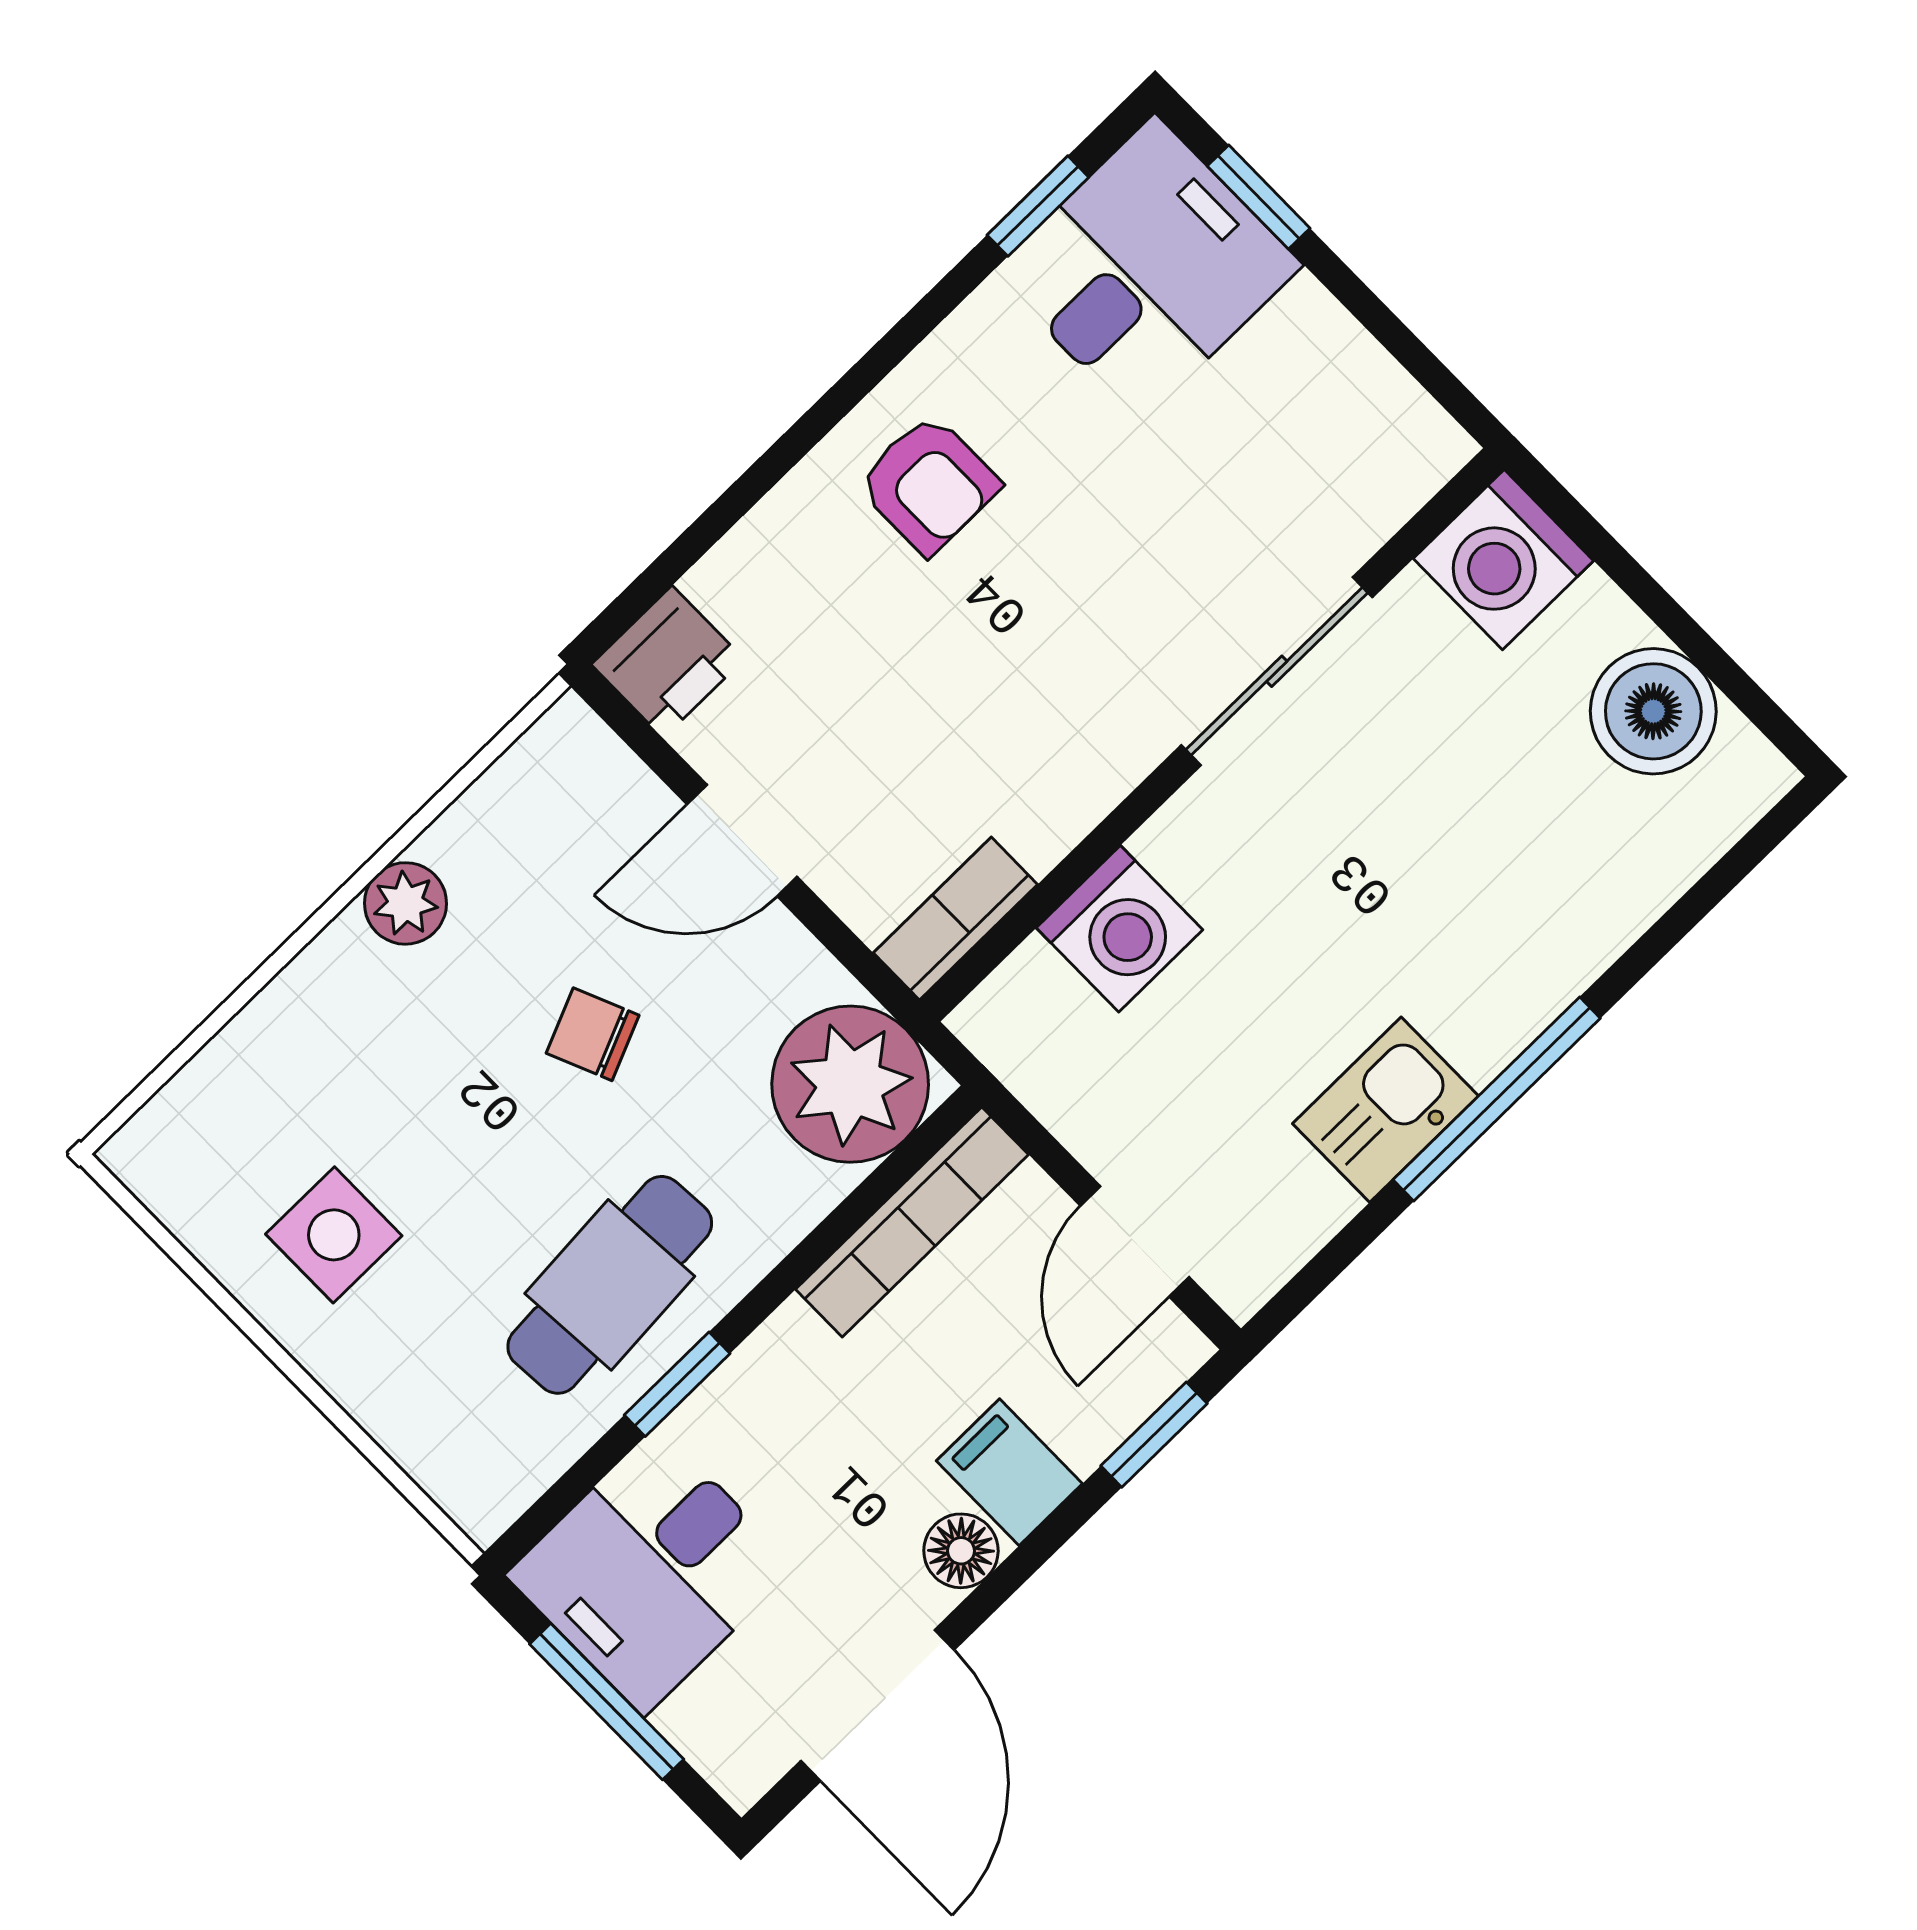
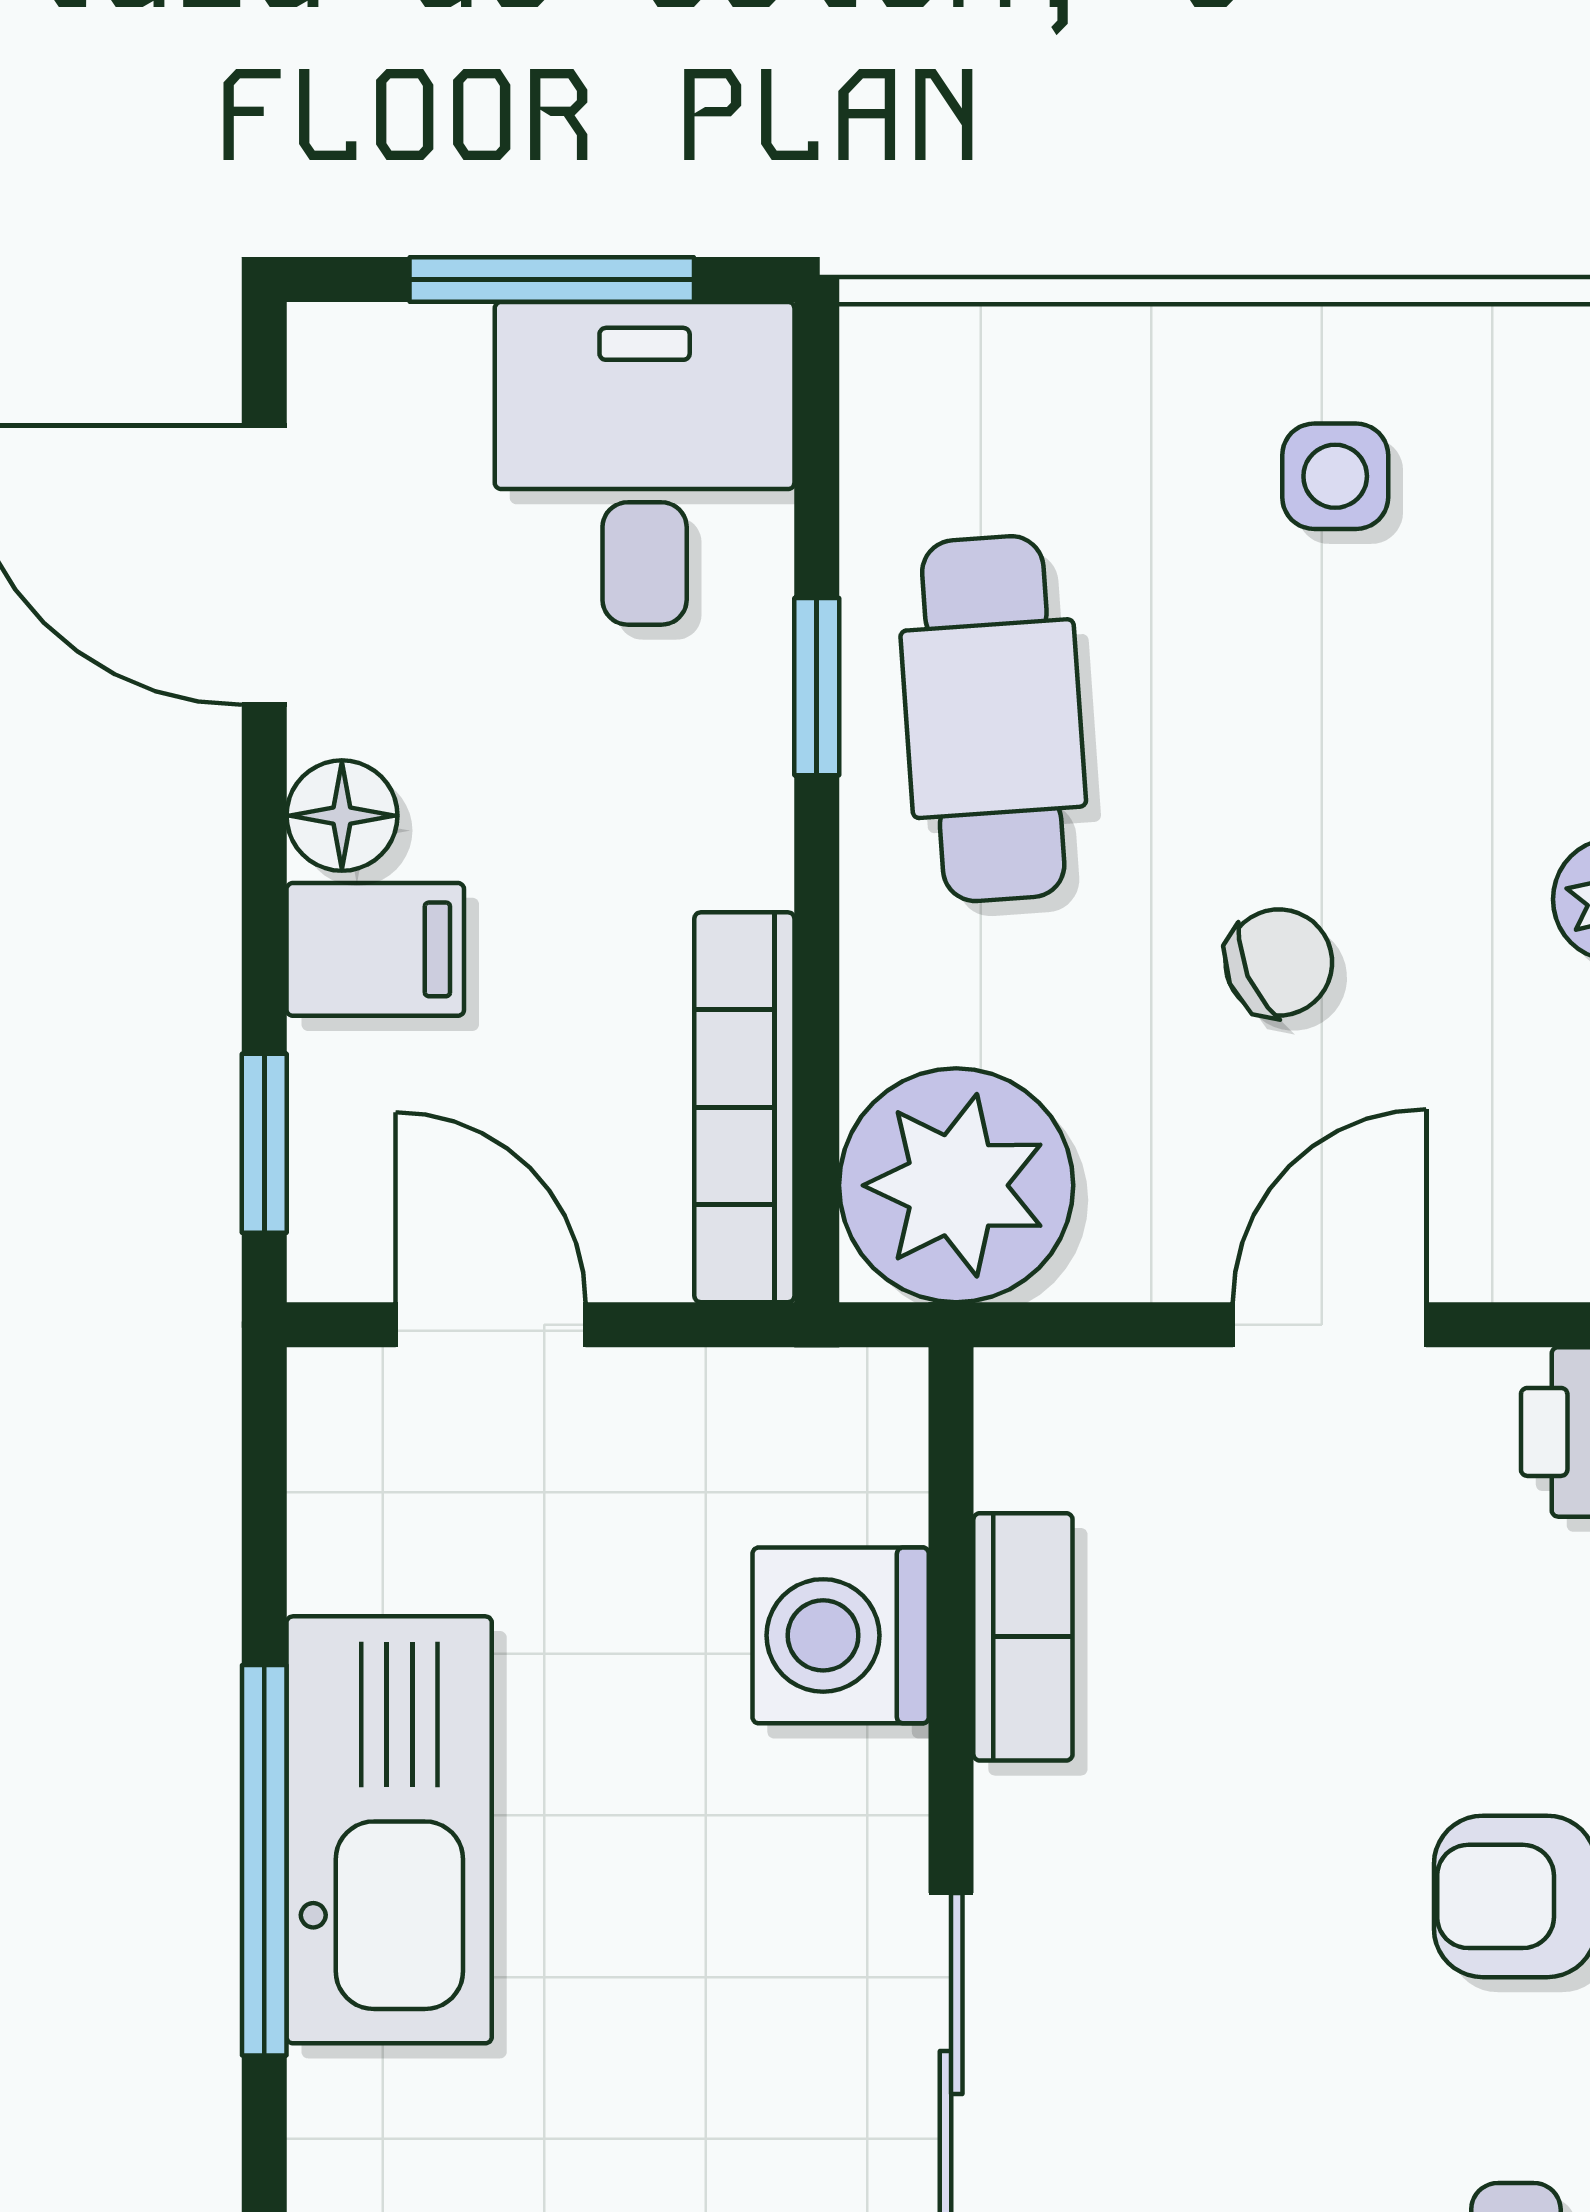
bookcase: (955, 919) -> (1023, 1637), moved
kitchen sink: (1385, 1110) -> (389, 1830), width x1.87, depth x1.24
side table: (334, 1235) -> (1335, 476), width x0.73, depth x0.73

